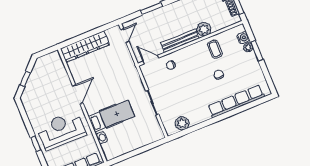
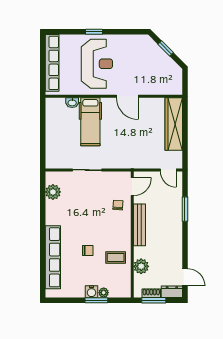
plant: (204, 29) -> (141, 266), moved
water cooler: (243, 38) -> (92, 292), moved

